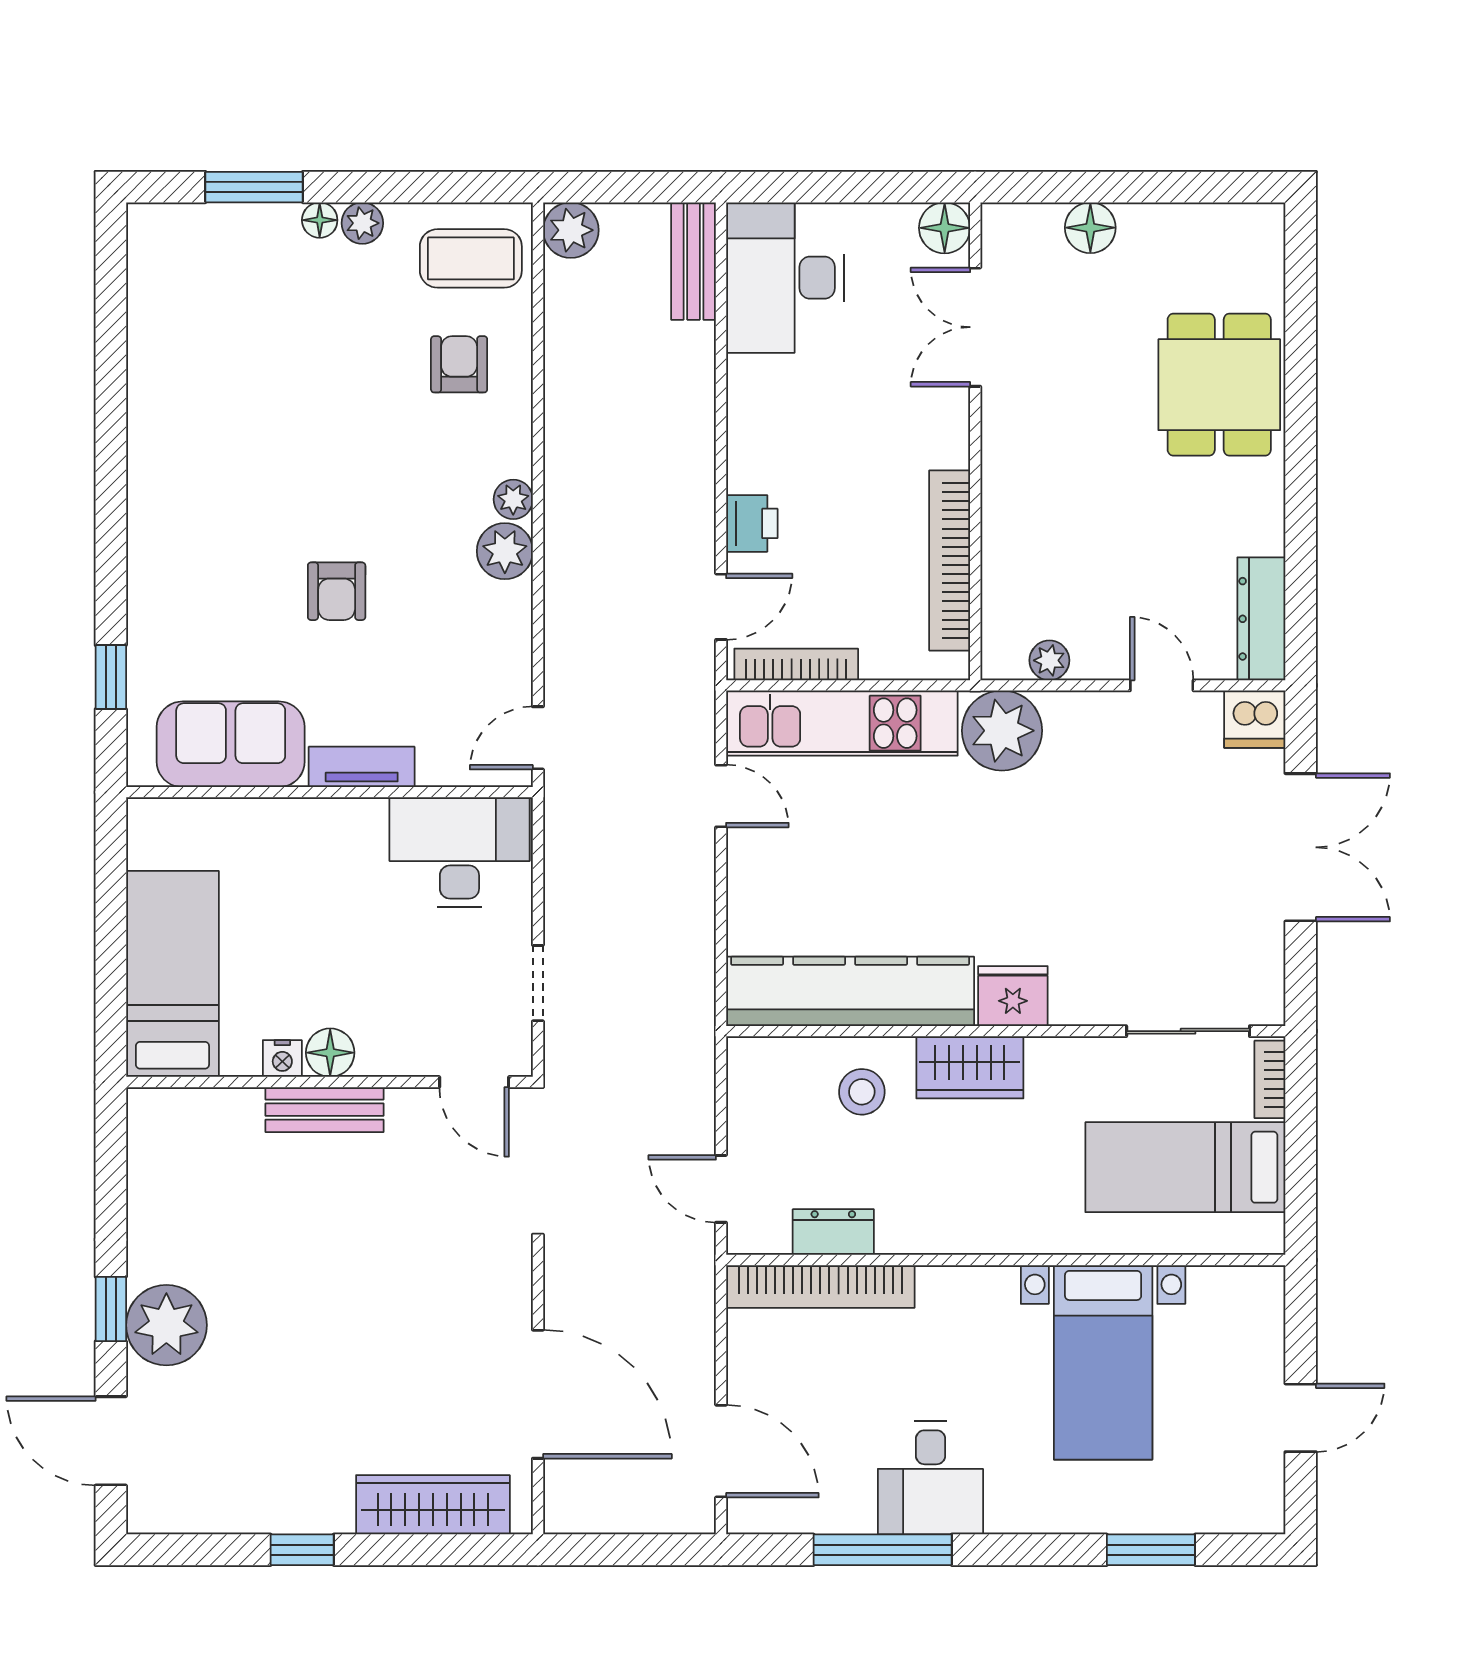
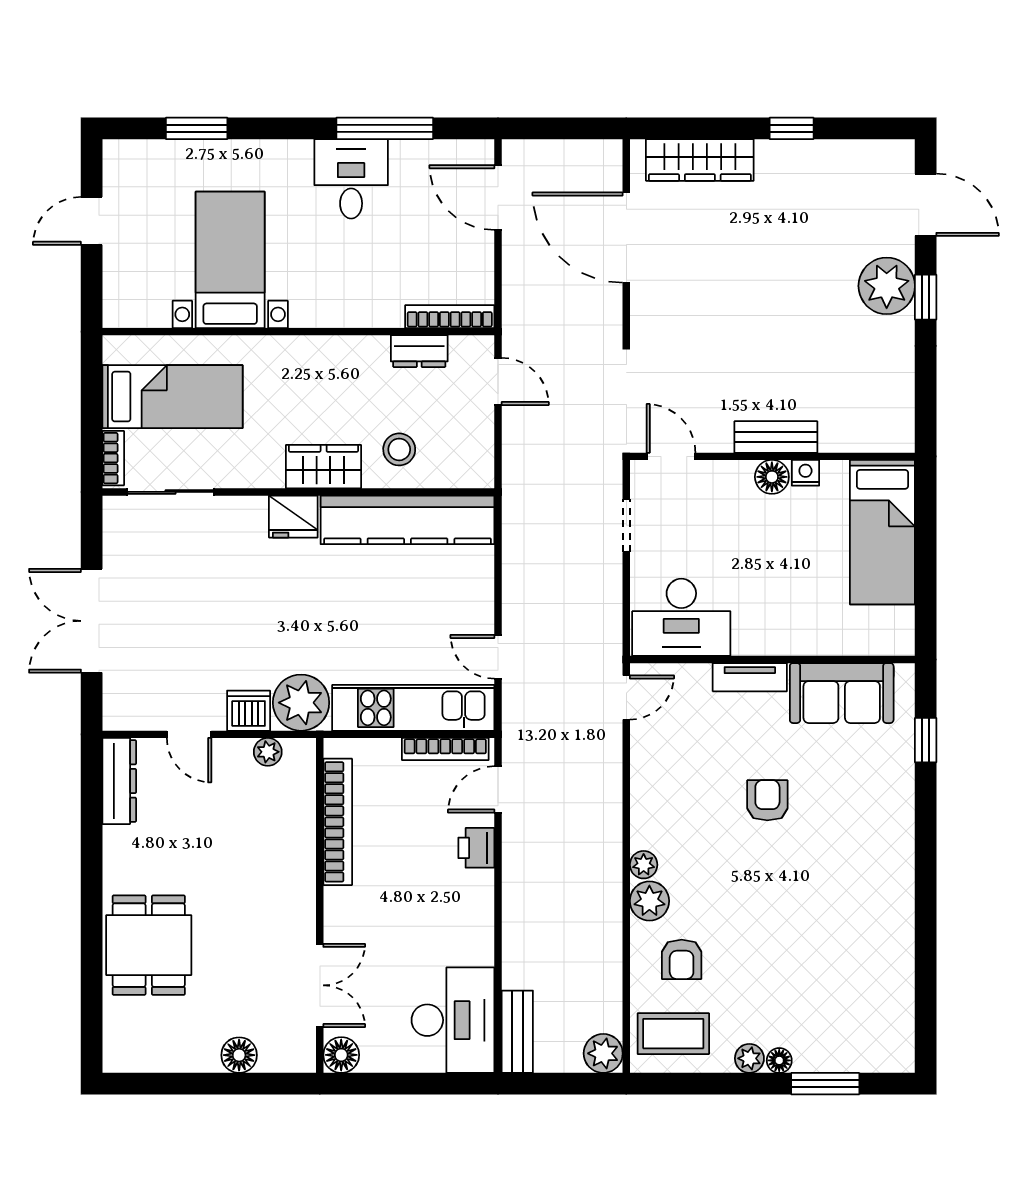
plant: (505, 551) -> (649, 901), moved
dishwasher: (1255, 719) -> (249, 711), moved
bookcase: (820, 1286) -> (450, 317), width x0.68, depth x0.76

